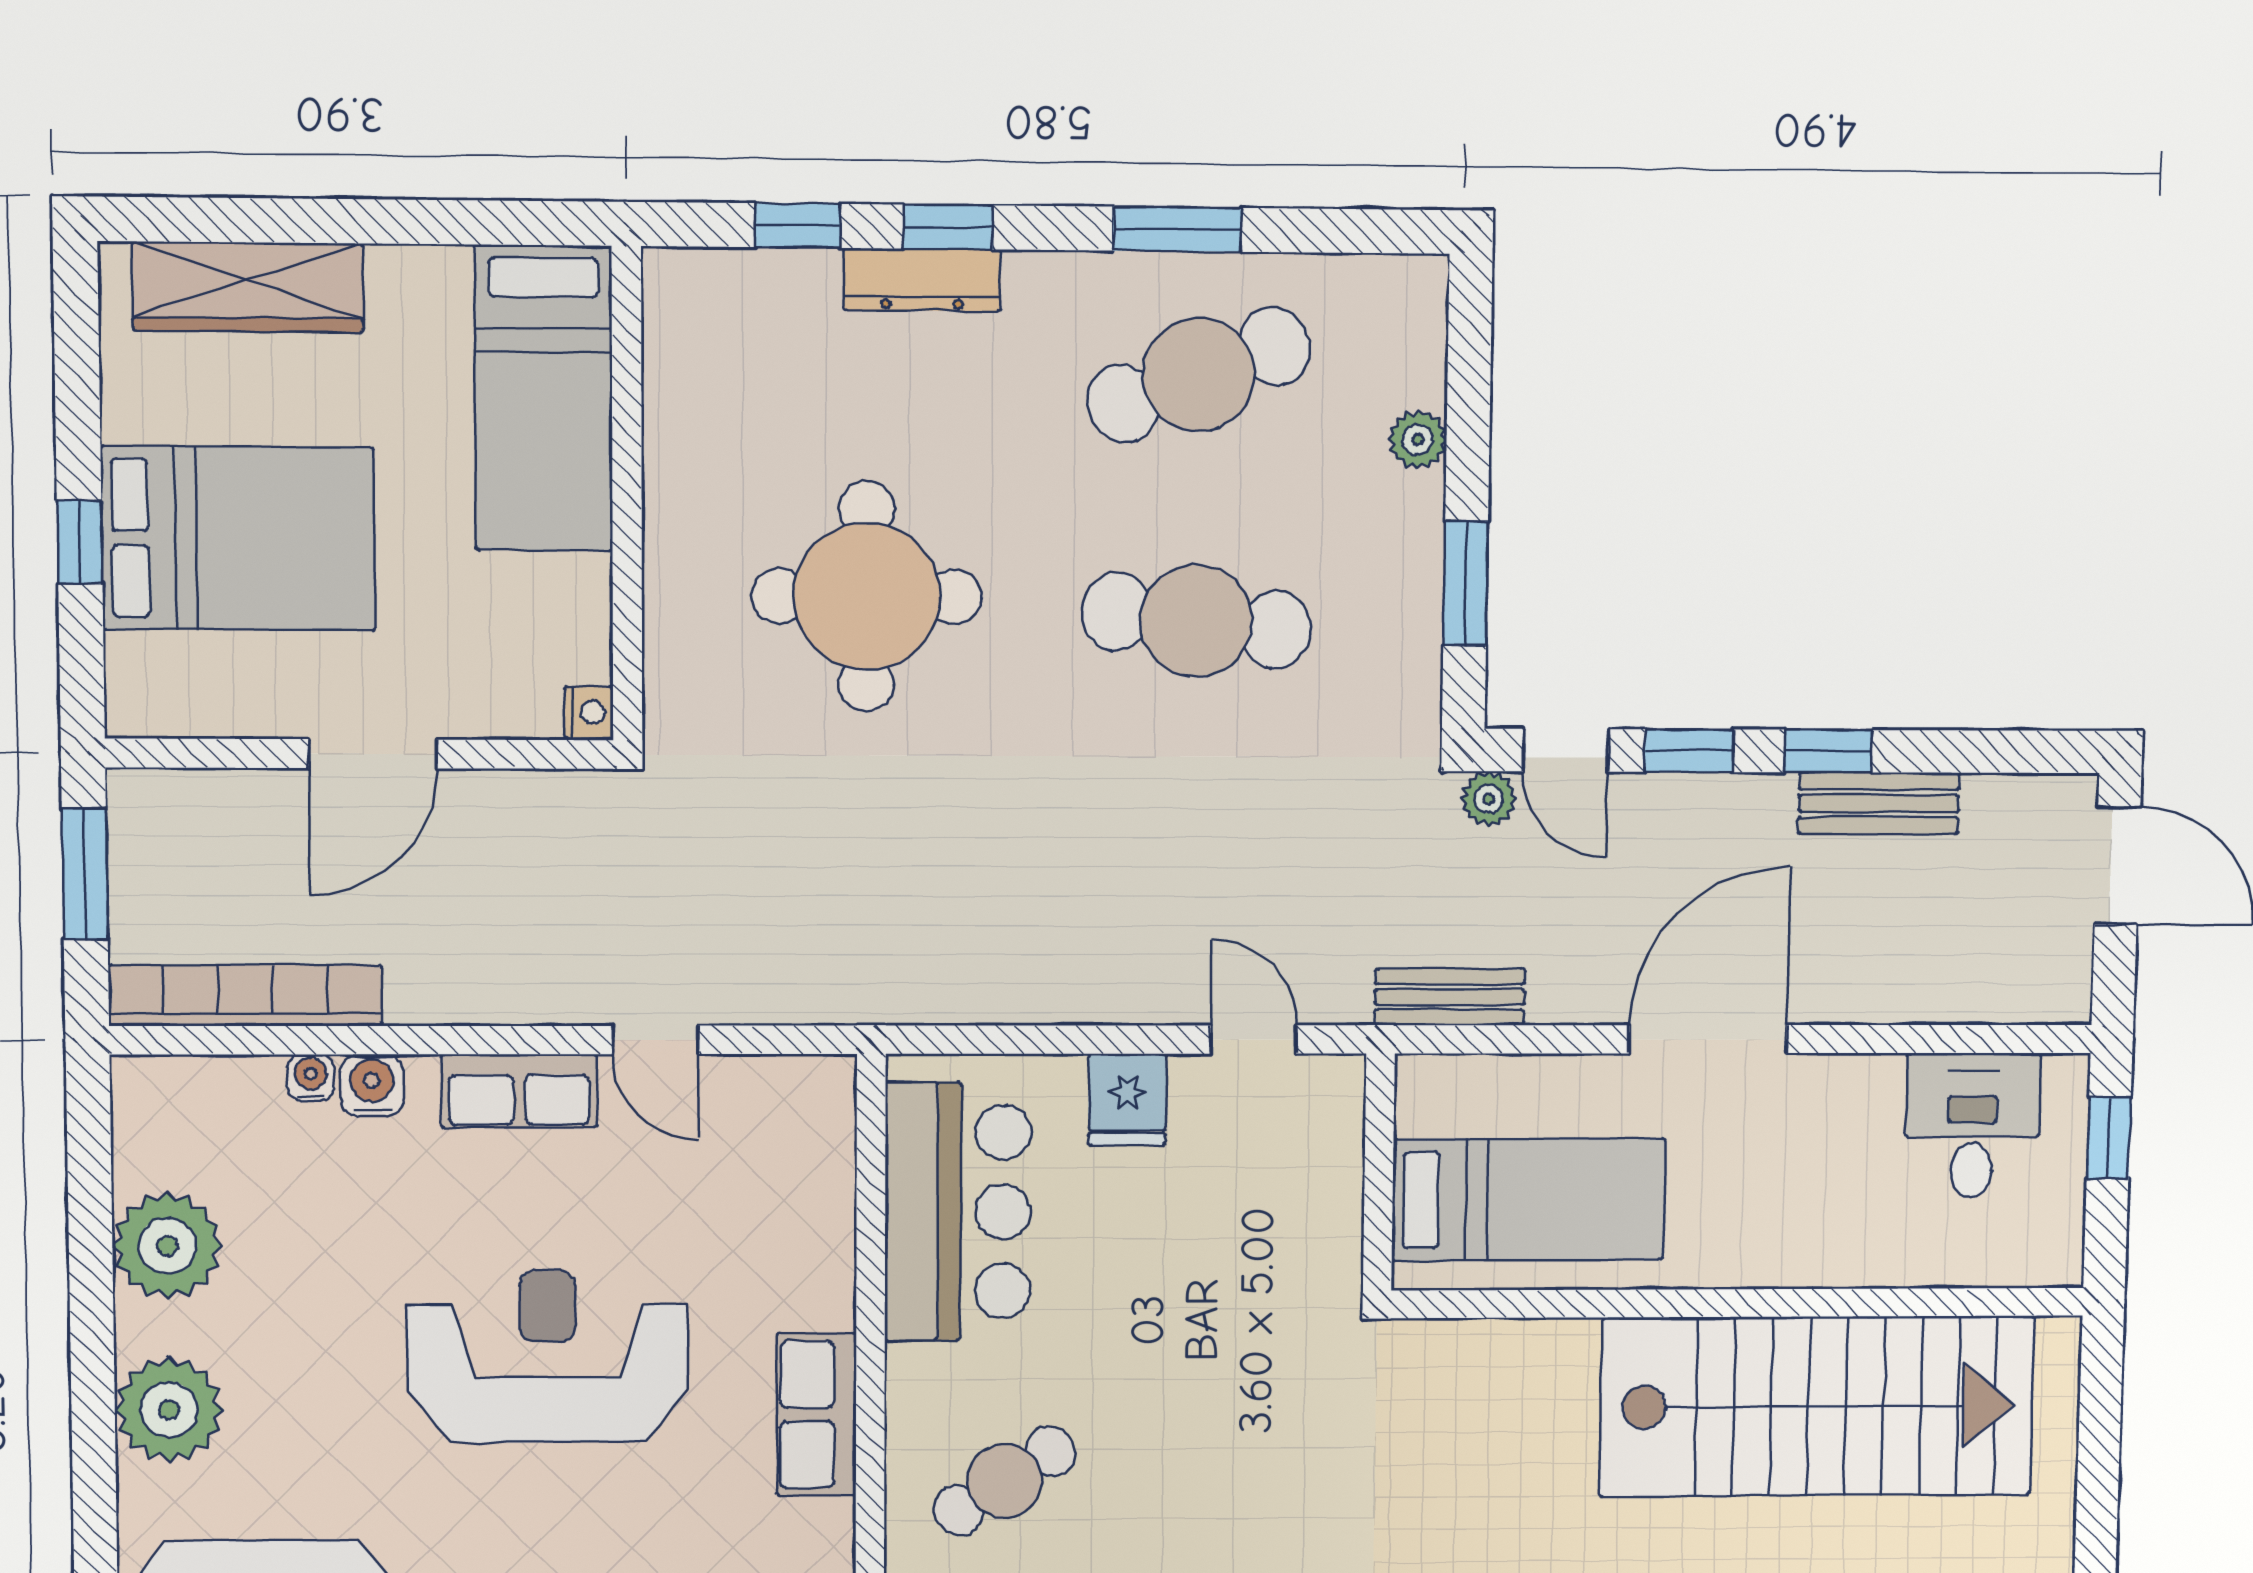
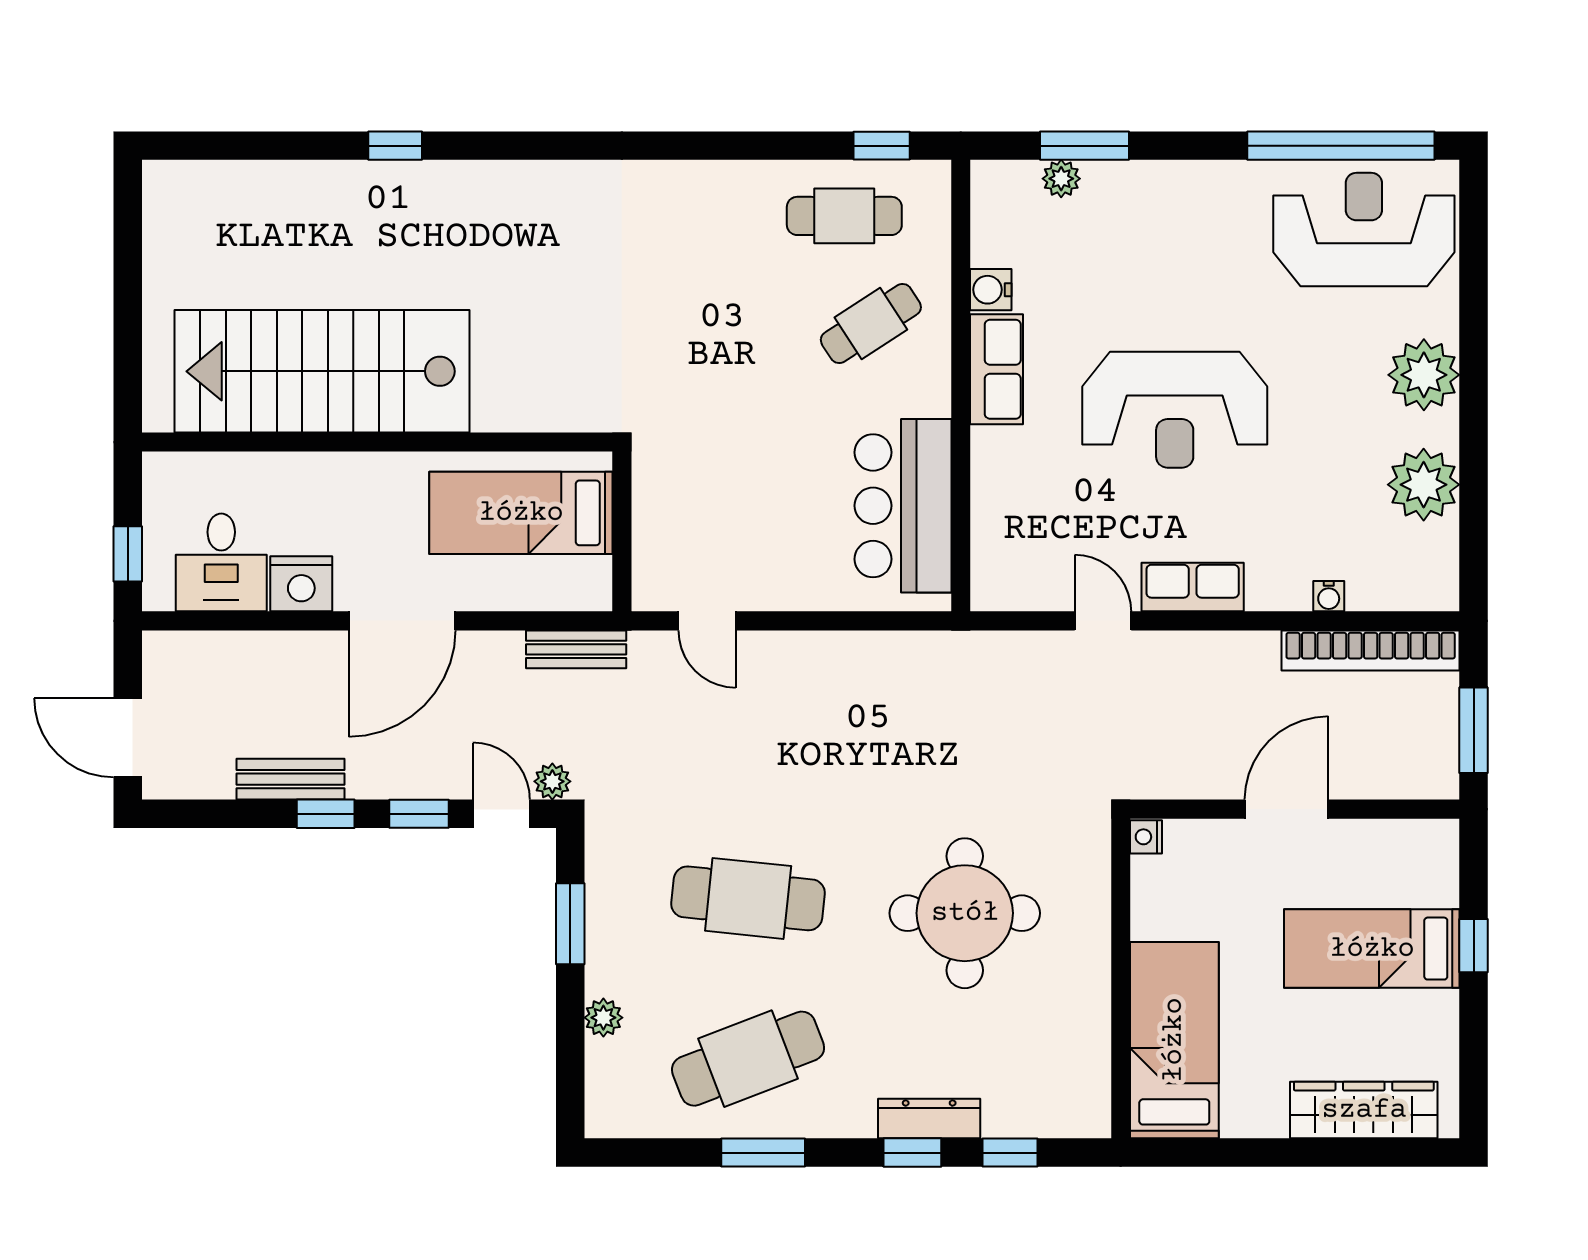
bed: (238, 539) -> (1372, 949), width x0.67
water cooler: (372, 1086) -> (991, 290), moved, turned 90
nightstand: (1855, 1094) -> (301, 584), added
fridge: (1127, 1100) -> (791, 581), removed

